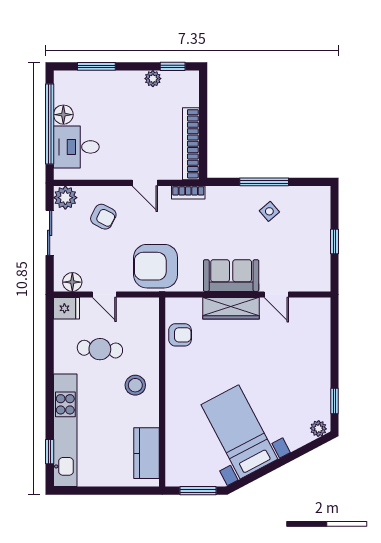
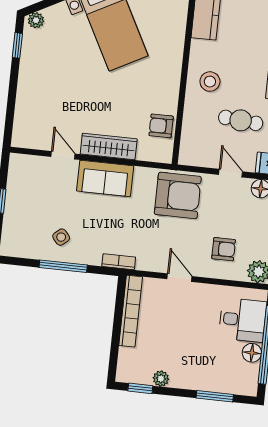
bookcase: (188, 193) -> (119, 262), moved
armchair: (103, 217) -> (224, 249), turned 153

